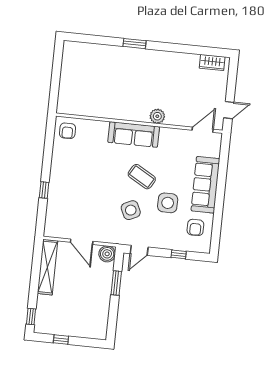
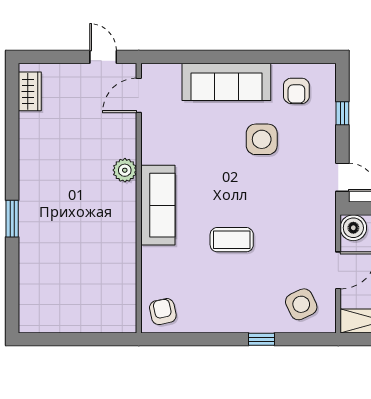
door: (203, 130) -> (139, 95), hinge flipped
armchair: (67, 131) -> (163, 312), turned -102
coffee table: (142, 177) -> (232, 240), moved, turned 60
side table: (131, 210) -> (301, 304), moved
armchair: (195, 227) -> (296, 91), turned 90

